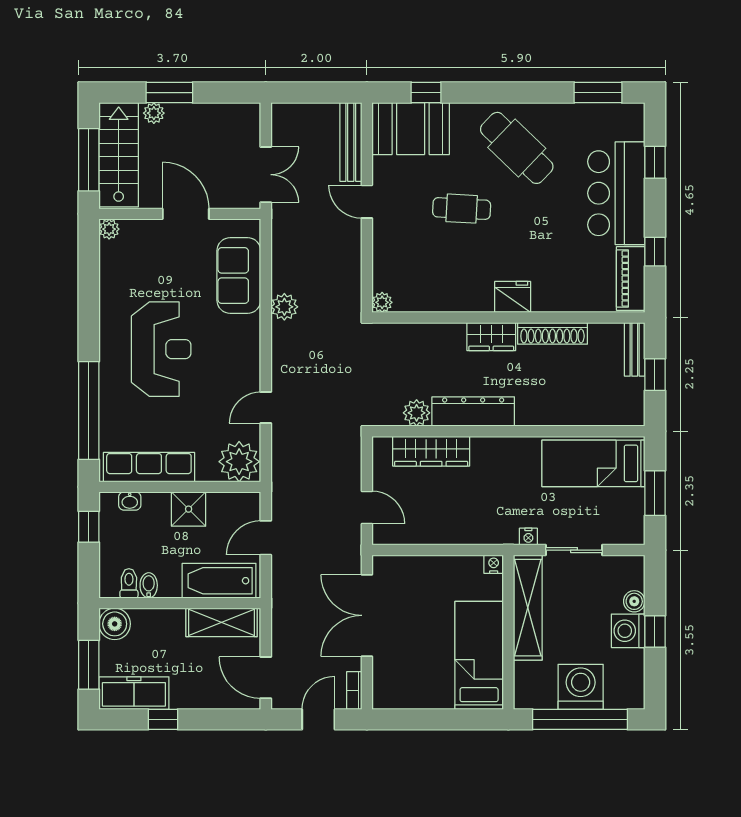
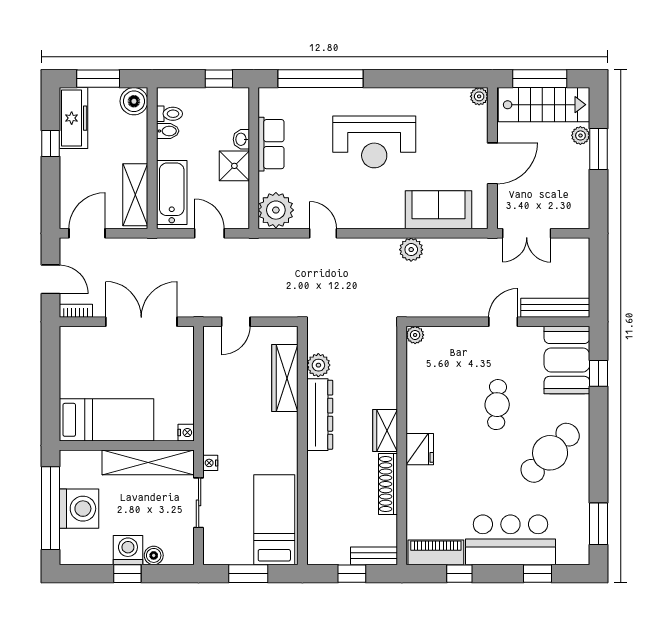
row of seats: (149, 467) -> (271, 144), width x0.68
washbasin: (130, 501) -> (241, 139), moved

